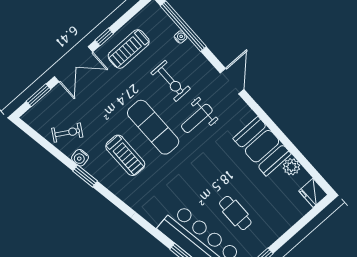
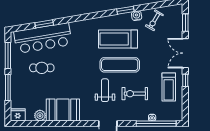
treadmill: (129, 49) -> (169, 87), turned 180
treadmill: (125, 155) -> (118, 39), width x1.37, depth x1.38
window: (292, 232) -> (8, 88), added

